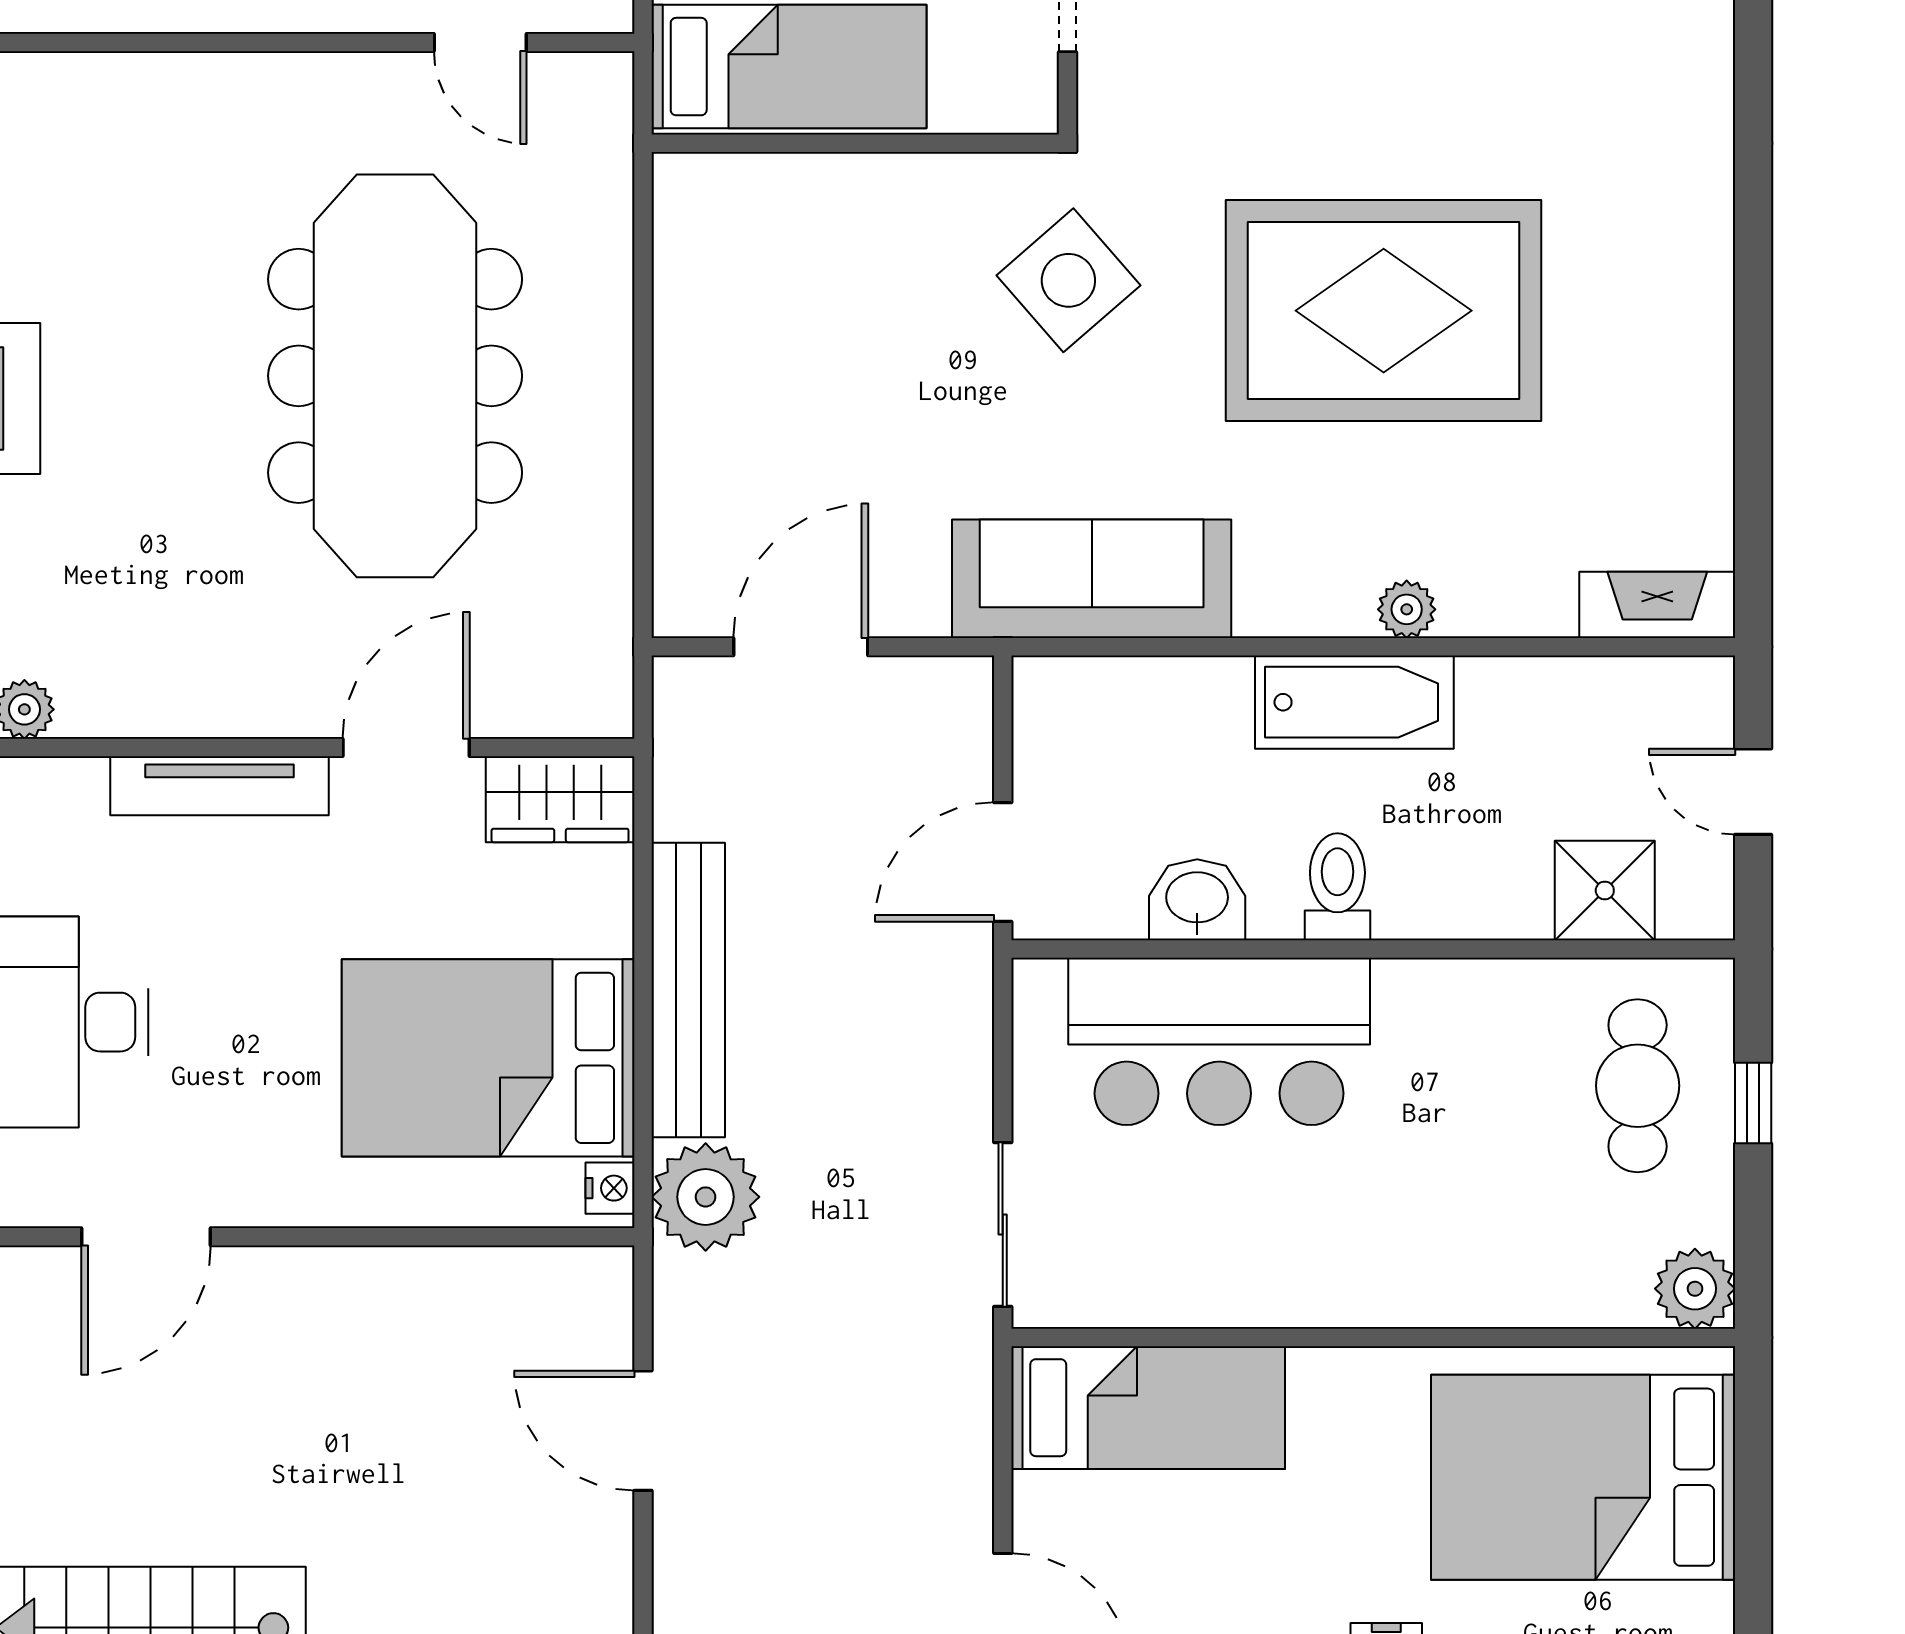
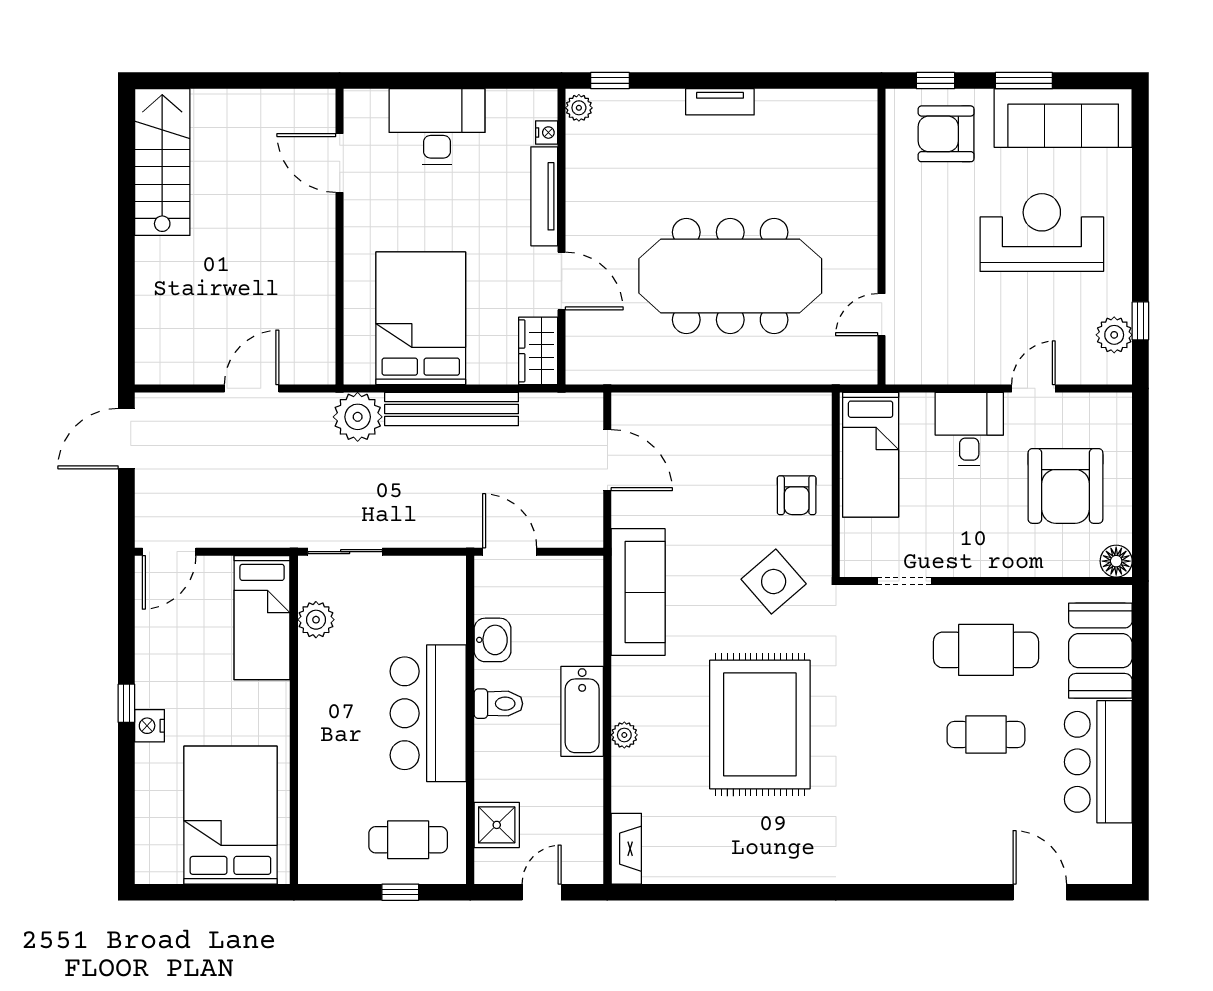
armchair: (878, 230) -> (797, 495), added
bar counter: (1219, 1041) -> (428, 713), moved
nightstand: (610, 1188) -> (547, 133), moved, turned -90
plant: (1695, 1289) -> (316, 620), moved

